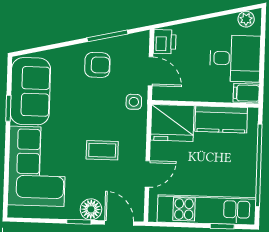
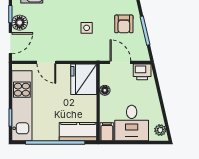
door: (151, 71) -> (120, 62), swing flipped
floor lamp: (188, 94) -> (105, 90), added
side table: (134, 102) -> (87, 28), moved
kitchen counter: (221, 119) -> (78, 132), moved, turned 90
coffee table: (102, 150) -> (62, 29), removed

